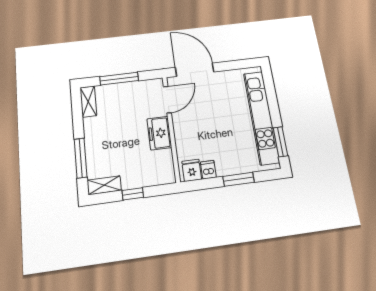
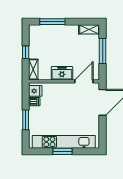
door: (167, 100) -> (84, 81), swing flipped
window: (280, 142) -> (62, 151), moved
shelving: (104, 185) -> (33, 69), moved

